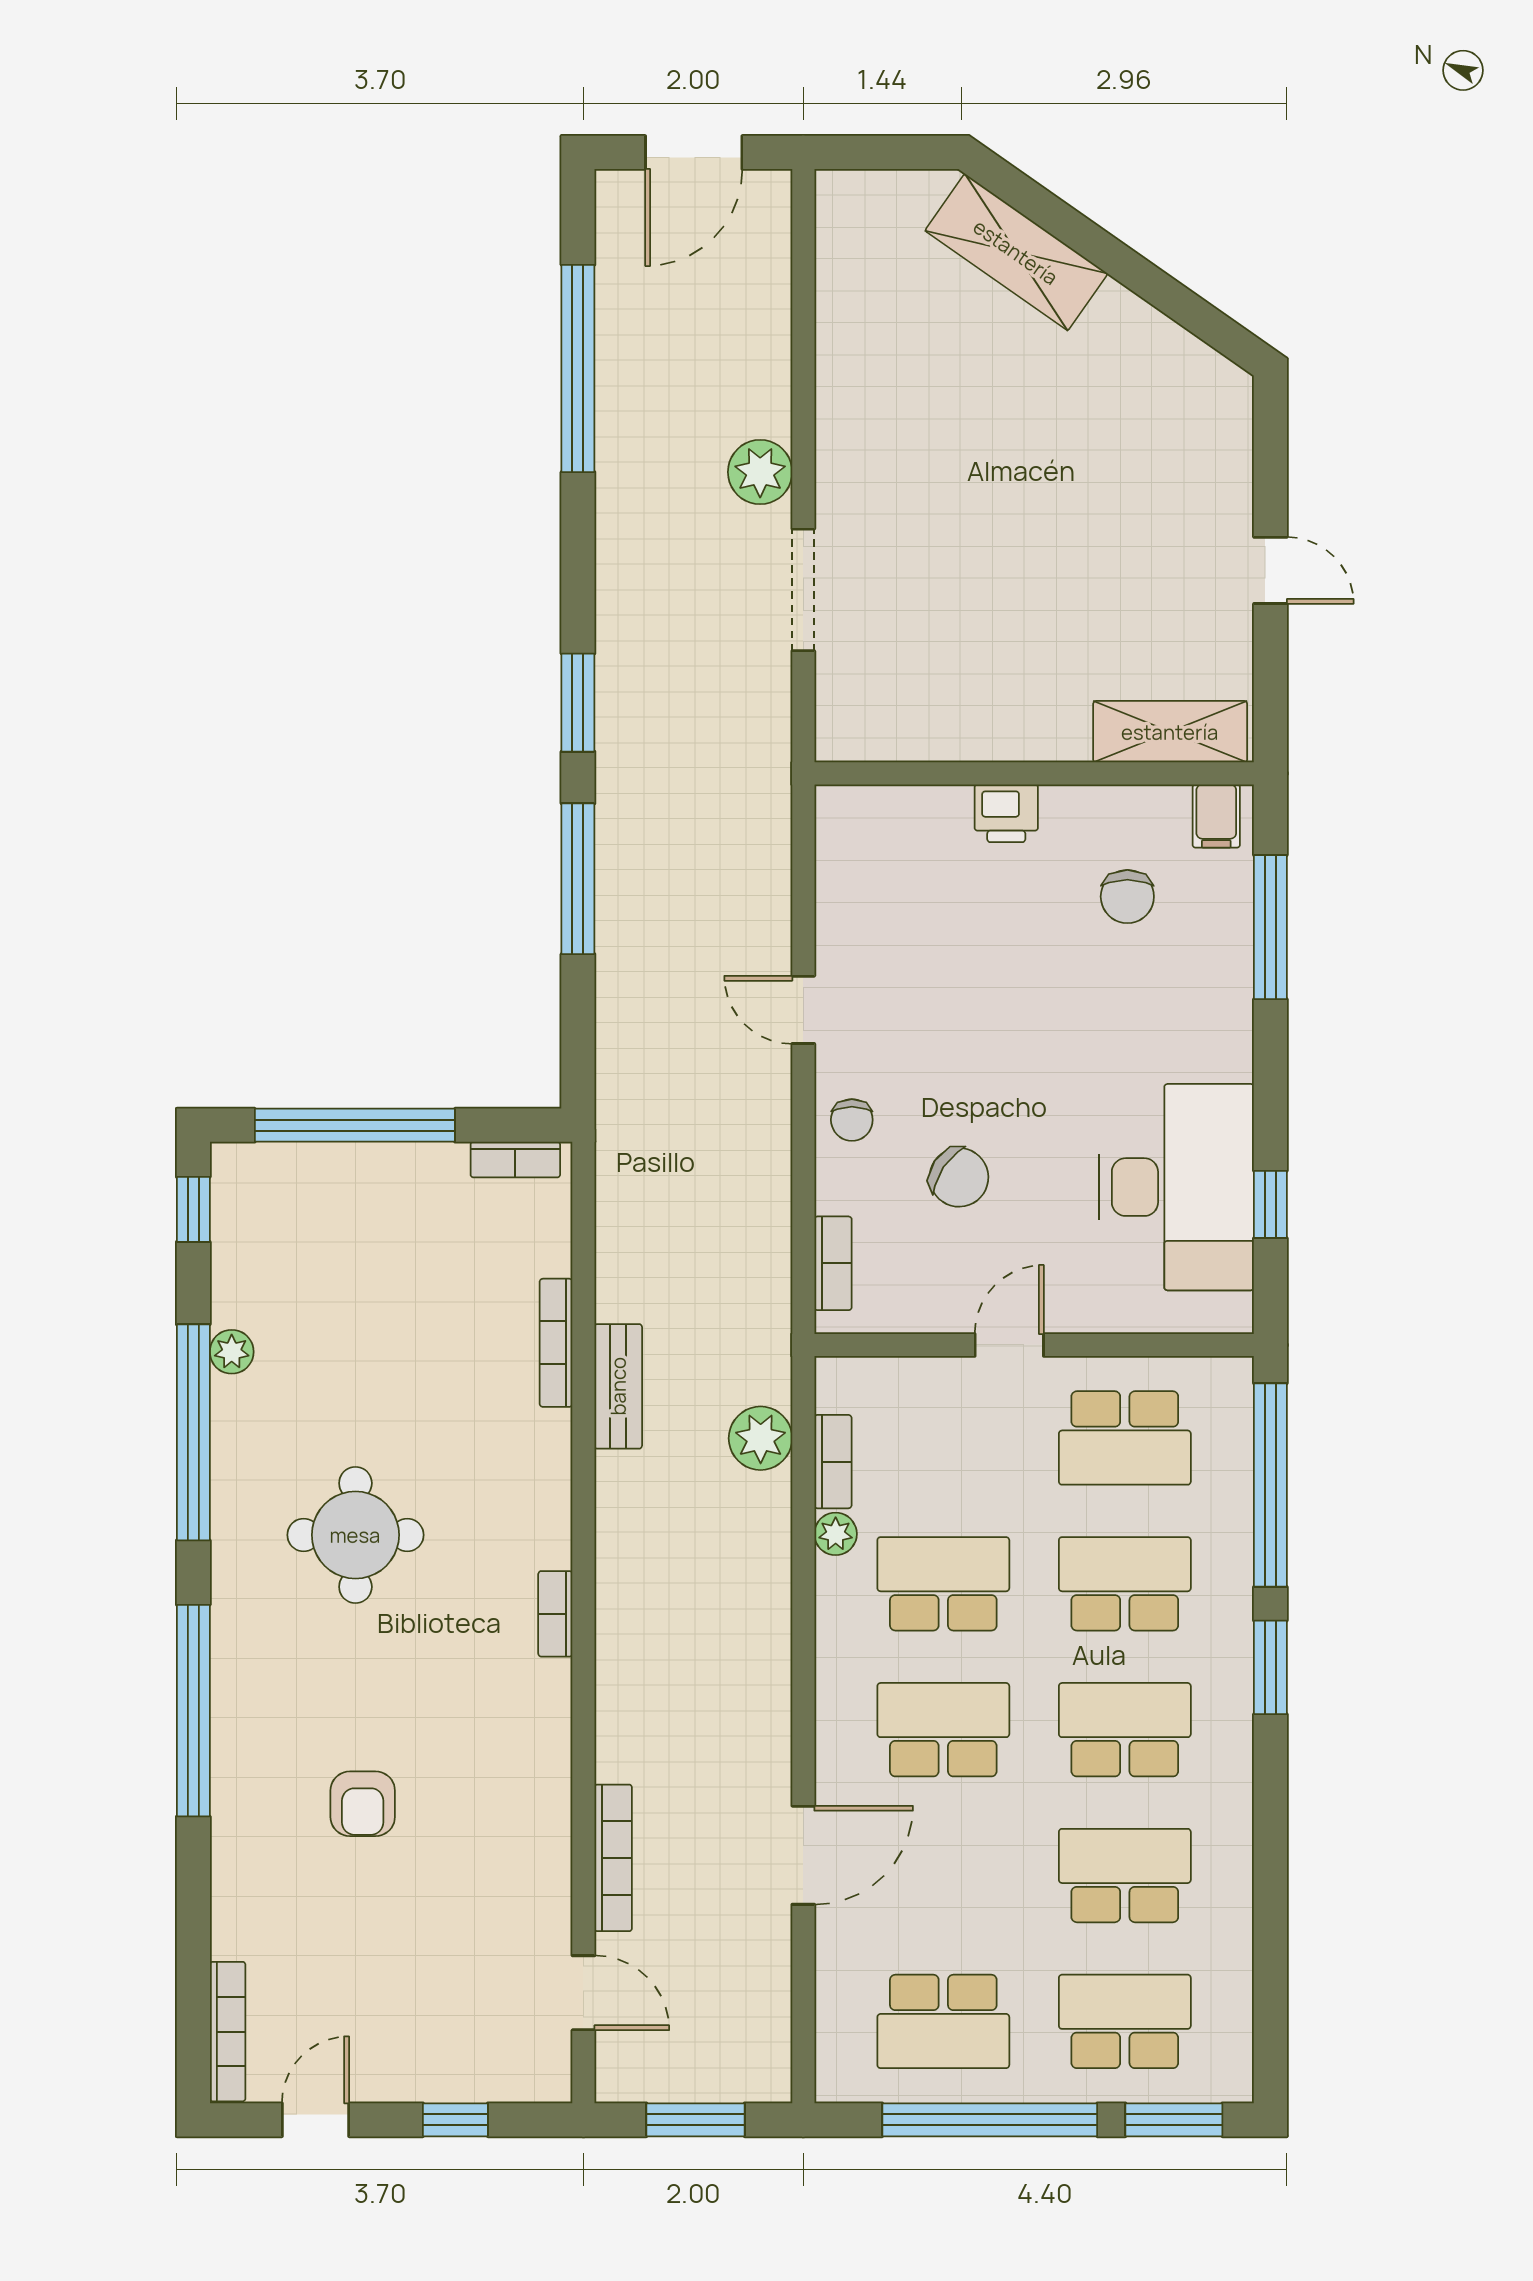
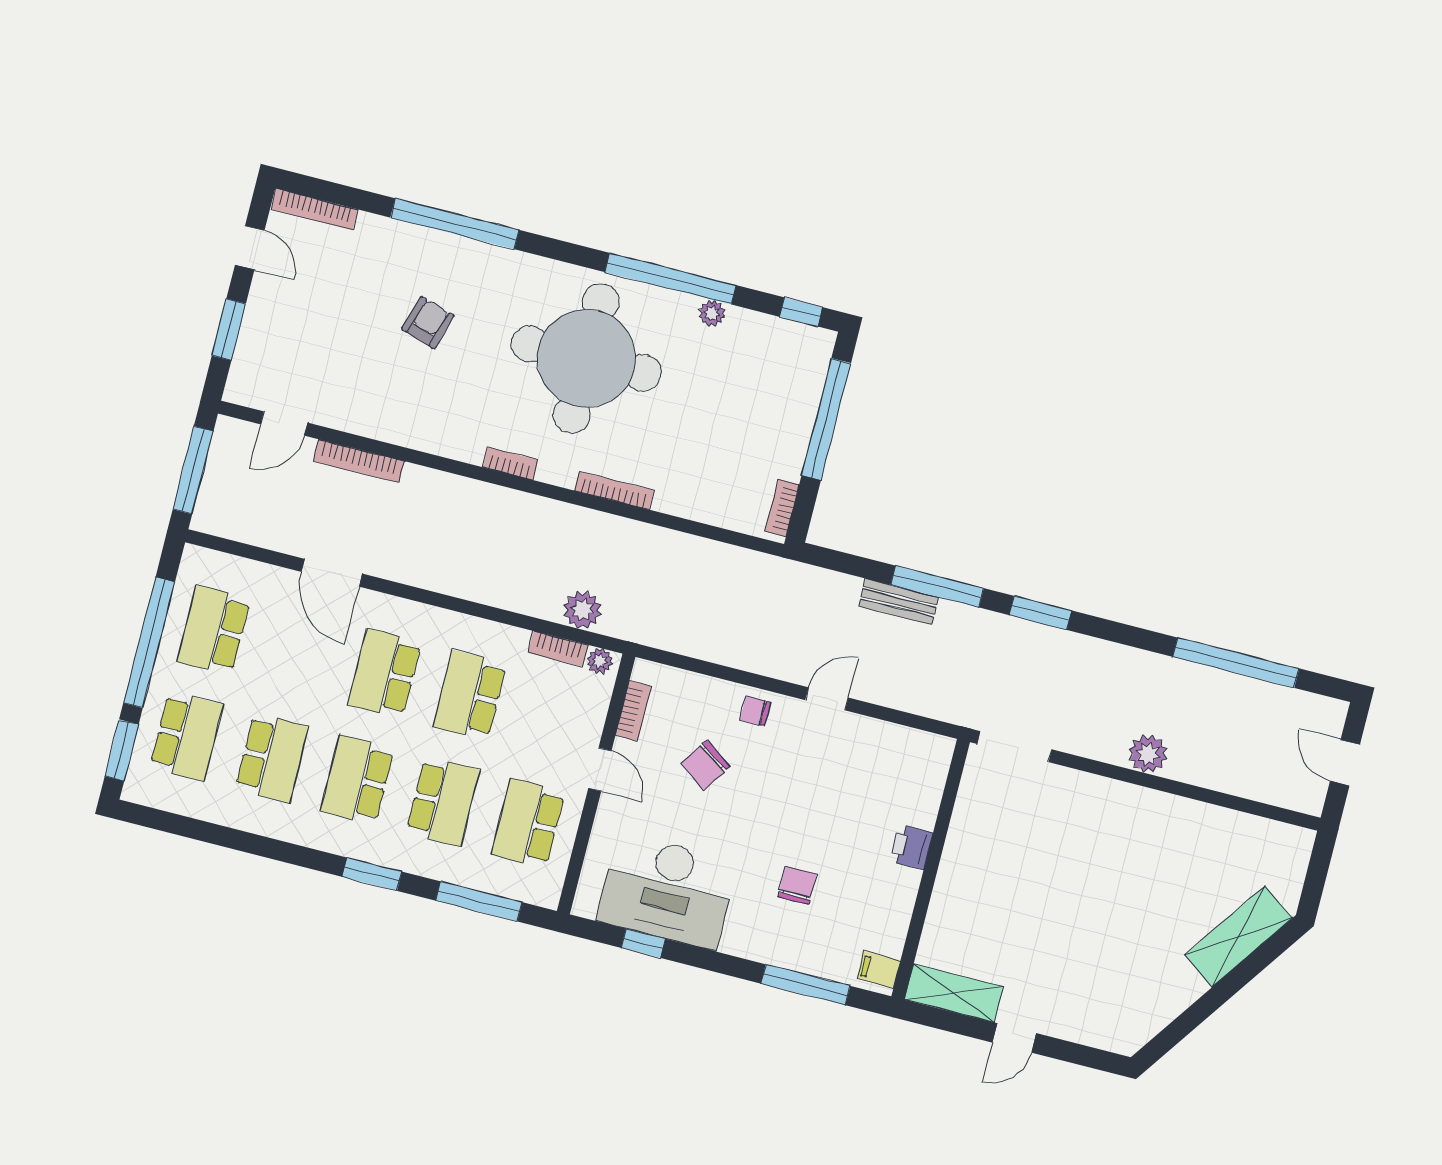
door: (694, 152) -> (1345, 763), width x0.73
doorway: (803, 590) -> (1014, 747), moved
shelving: (1170, 732) -> (954, 993), moved, turned 90
chair: (1127, 897) -> (797, 885), moved, turned 90
bookcase: (833, 1263) -> (633, 711), moved, turned -90
bookcase: (556, 1343) -> (614, 491), moved
bench: (618, 1386) -> (899, 602), moved
window: (1270, 1485) -> (479, 901), width x0.68
plant: (836, 1534) -> (600, 661), moved
round table: (355, 1535) -> (586, 358), width x1.86, depth x1.86
school desk: (943, 1584) -> (470, 695), turned 180
window: (193, 1711) -> (455, 224), moved
school desk: (943, 1730) -> (384, 673), turned 180
school desk: (1125, 1730) -> (357, 780), turned 180
armchair: (363, 1804) -> (428, 322), turned 107
window: (455, 2120) -> (229, 330), width x1.50
window: (695, 2120) -> (193, 470), width x1.44

